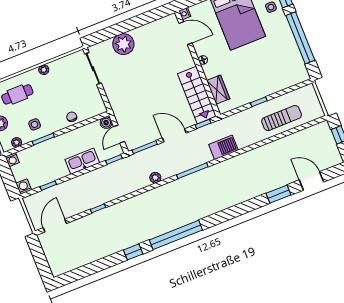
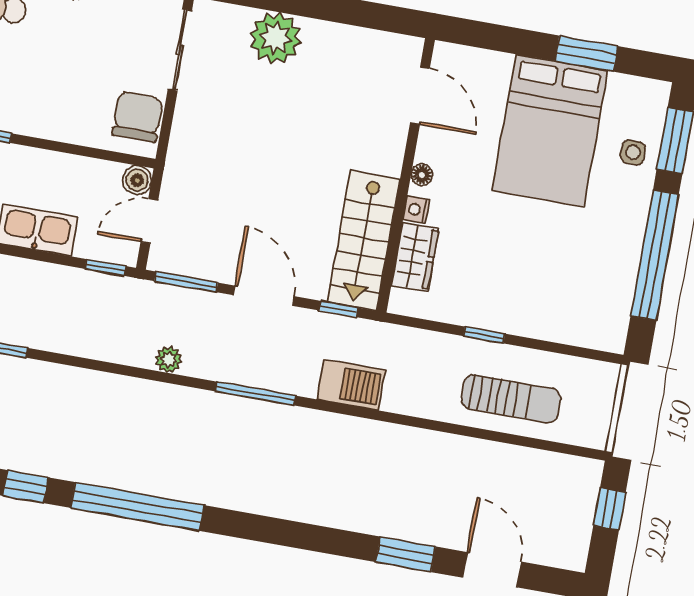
nightstand: (185, 14) -> (416, 210), moved
chair: (72, 117) -> (137, 117), moved, width x1.87, depth x1.87

